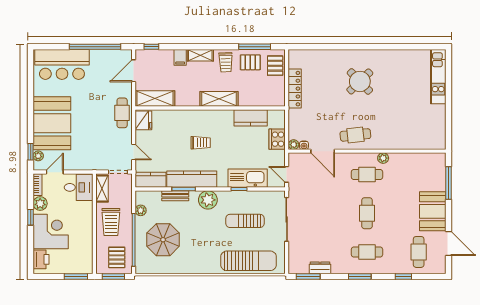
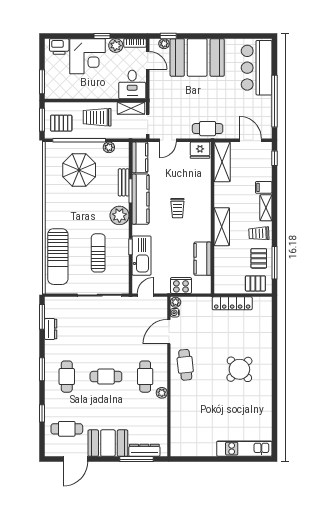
dresser: (440, 175) -> (144, 450), added

